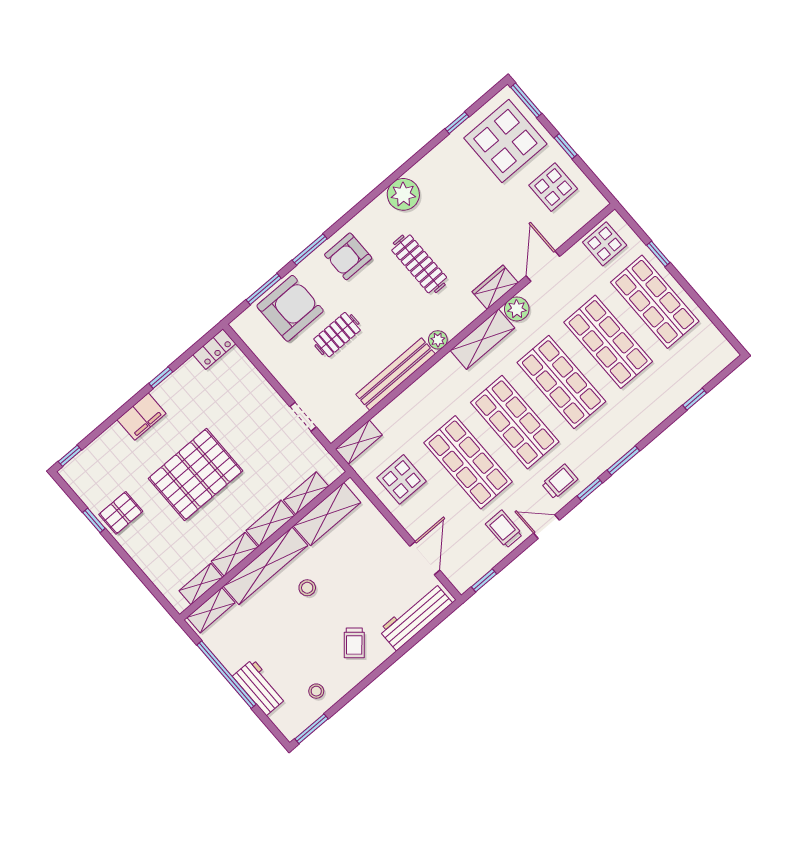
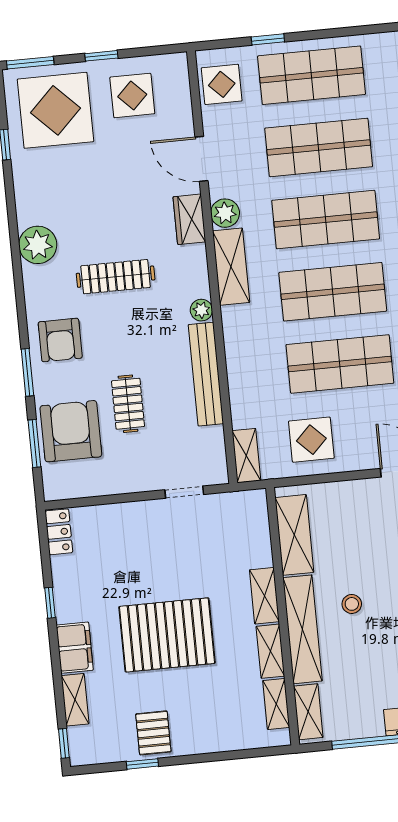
pallet: (195, 475) -> (167, 635), turned 90
shelving: (306, 493) -> (75, 700), moved

